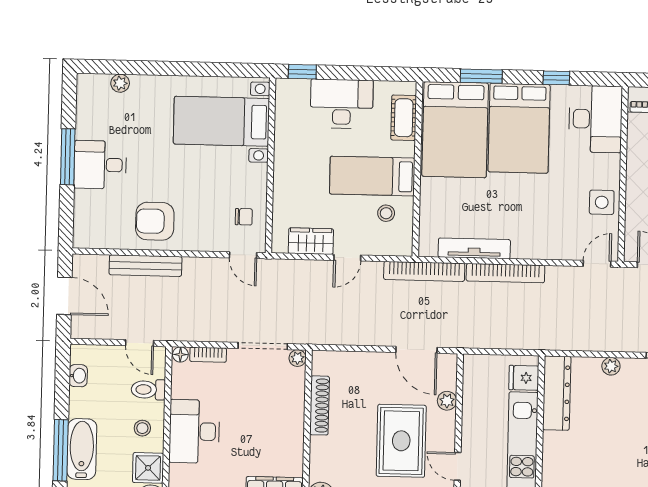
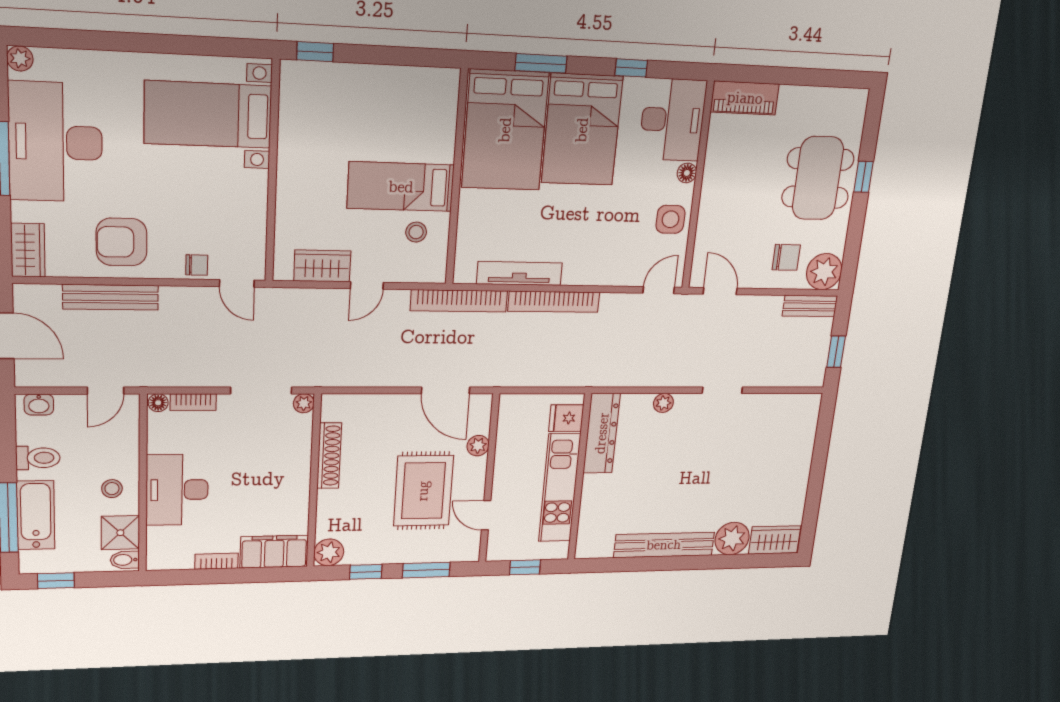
plant: (120, 83) -> (20, 58), moved
desk: (342, 104) -> (365, 95), removed
cot: (404, 118) -> (443, 114), removed
floor lamp: (612, 163) -> (687, 173), added
desk: (100, 165) -> (56, 142), width x1.87, depth x1.30
chair: (244, 217) -> (197, 265), moved
wardrobe: (85, 227) -> (28, 250), added
door: (140, 343) -> (105, 391), hinge flipped
washbasin: (78, 376) -> (39, 404), moved, turned 90
toilet: (148, 390) -> (38, 458), moved, turned 180

